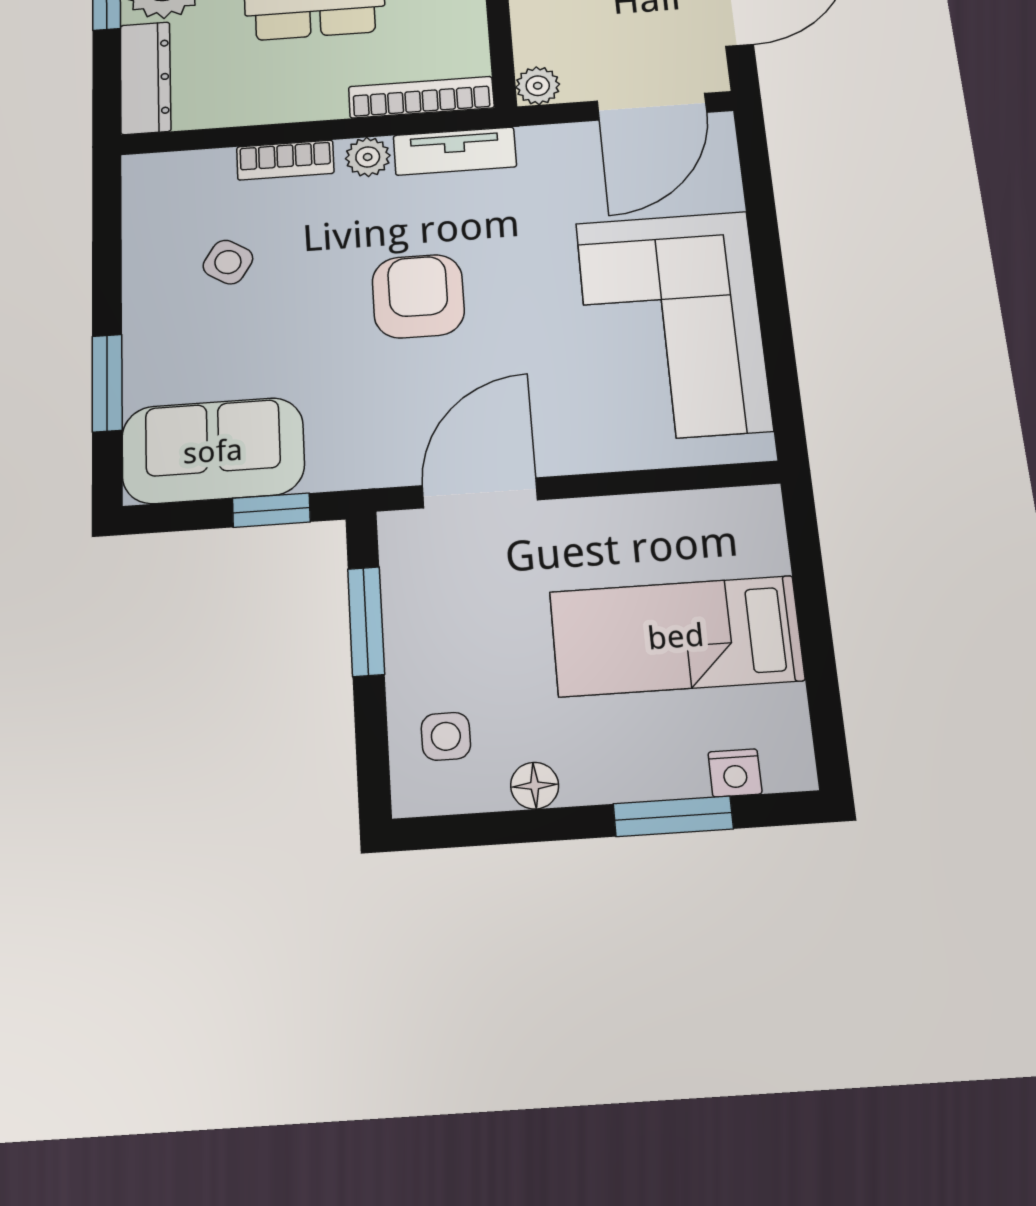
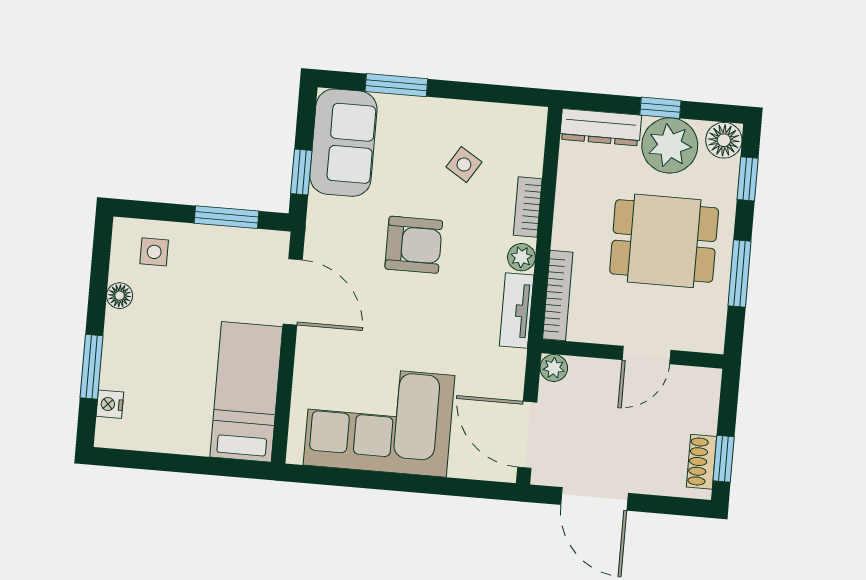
armchair: (418, 296) -> (414, 245), moved
bed: (676, 636) -> (246, 392), moved

